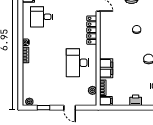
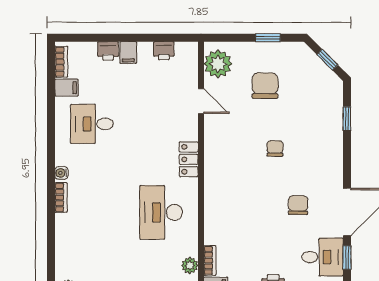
locker: (92, 30) -> (189, 159), width x0.66
filing cabinet: (106, 68) -> (216, 223), removed

